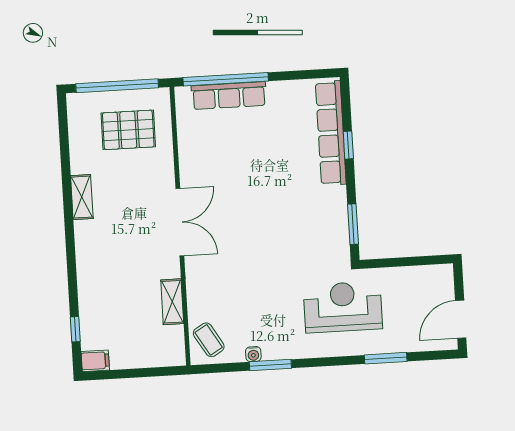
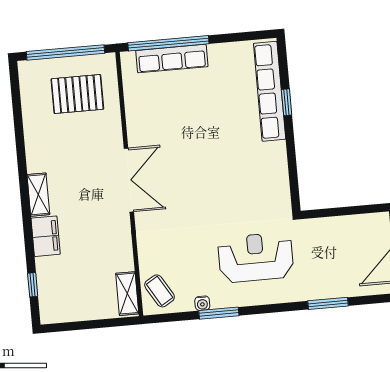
shelving: (82, 197) -> (38, 195), moved
window: (353, 224) -> (293, 177), removed
shelving: (172, 302) -> (127, 294), moved
reception desk: (343, 307) -> (256, 257), moved
filing cabinet: (95, 361) -> (46, 236), moved, width x2.00

